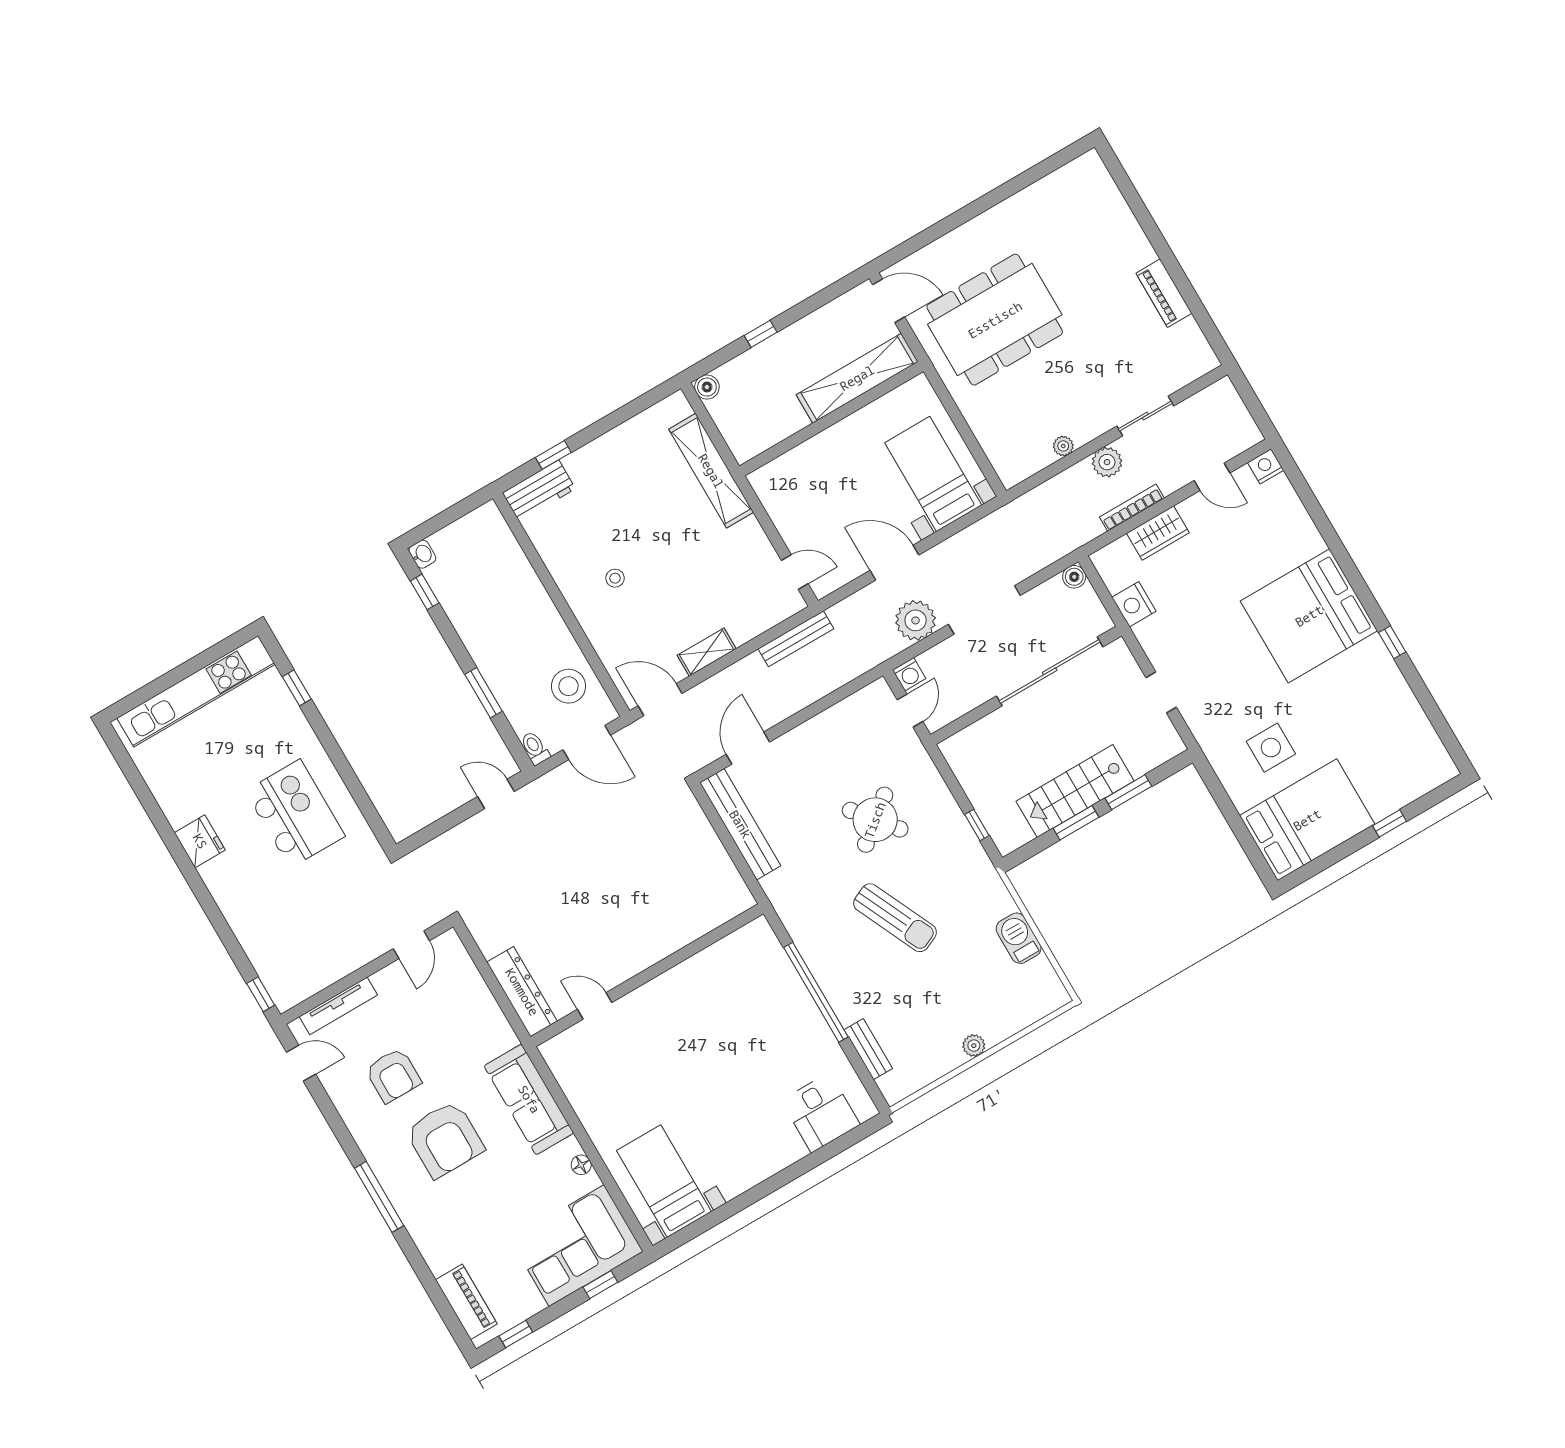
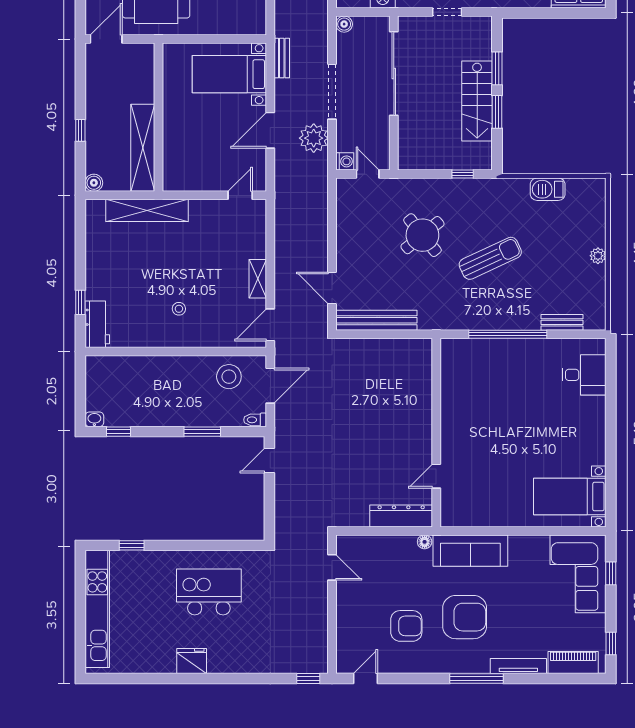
shelving: (857, 378) -> (143, 148), moved
bench: (796, 639) -> (282, 58), moved, width x0.73
tv unit: (338, 1006) -> (518, 666), moved, turned -90
floor lamp: (581, 1165) -> (425, 542), moved

